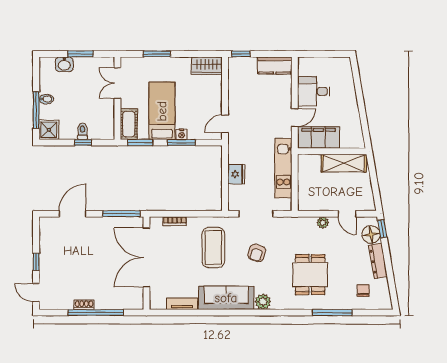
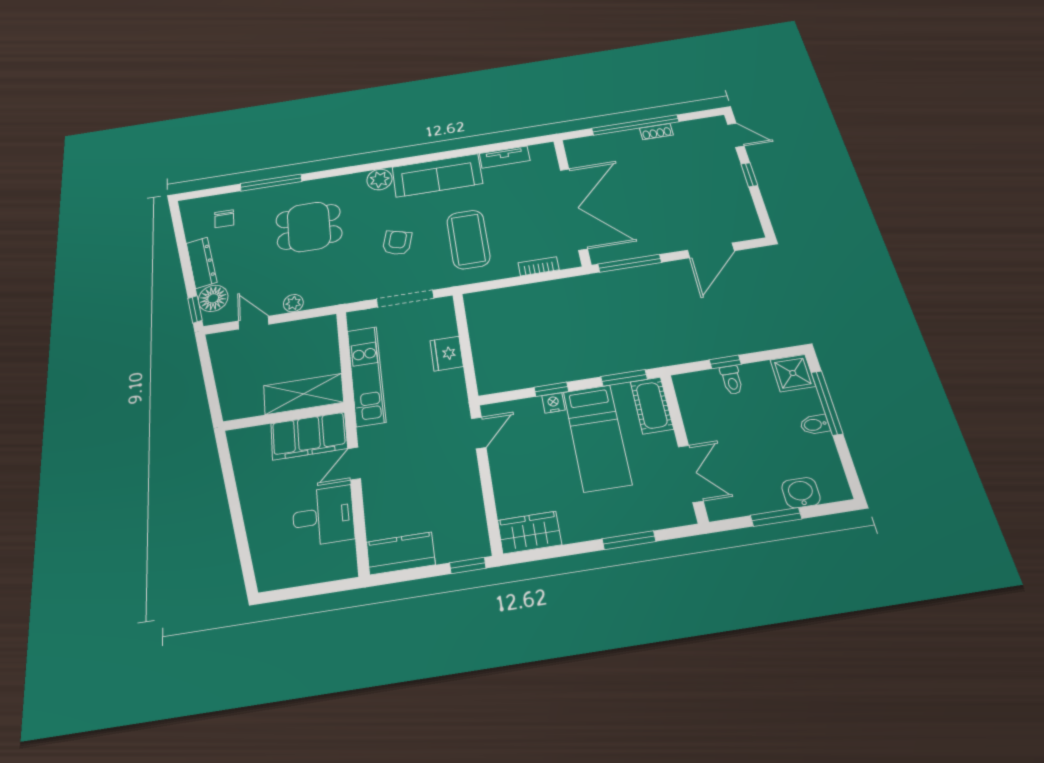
window: (181, 143) -> (551, 389), width x0.67
shelving: (344, 163) -> (303, 394), moved
dining table: (310, 275) -> (309, 227), turned 90

